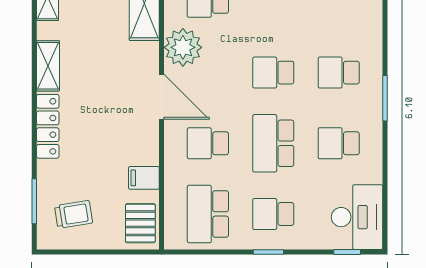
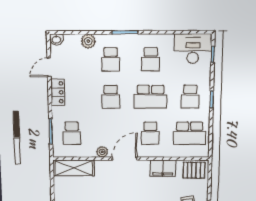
plant: (370, 34) -> (88, 41), added
plant: (183, 47) -> (102, 152), width x0.53, depth x0.53
filing cabinet: (144, 178) -> (163, 168), width x2.00

